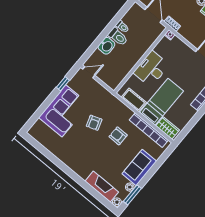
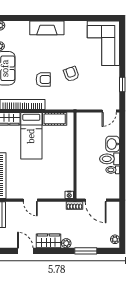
desk: (151, 69) -> (61, 155), removed
corner sofa: (64, 111) -> (103, 43), moved
fireplace: (102, 187) -> (47, 28), moved

